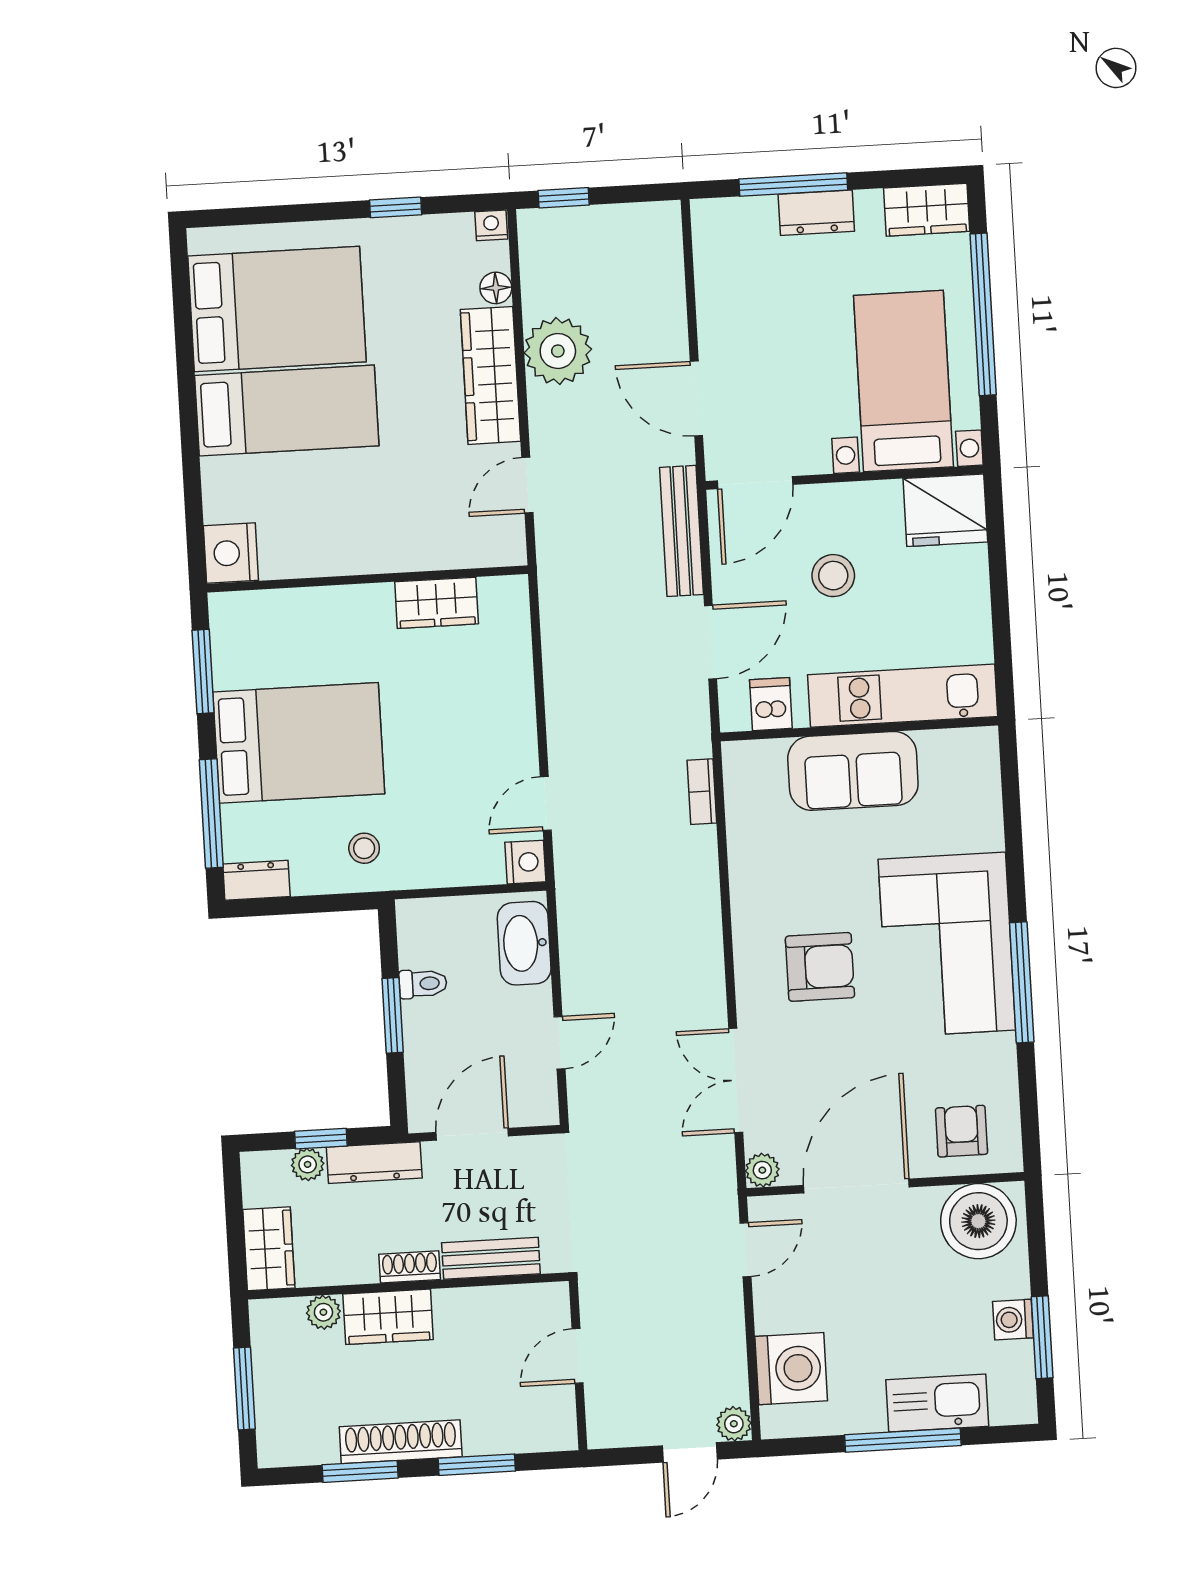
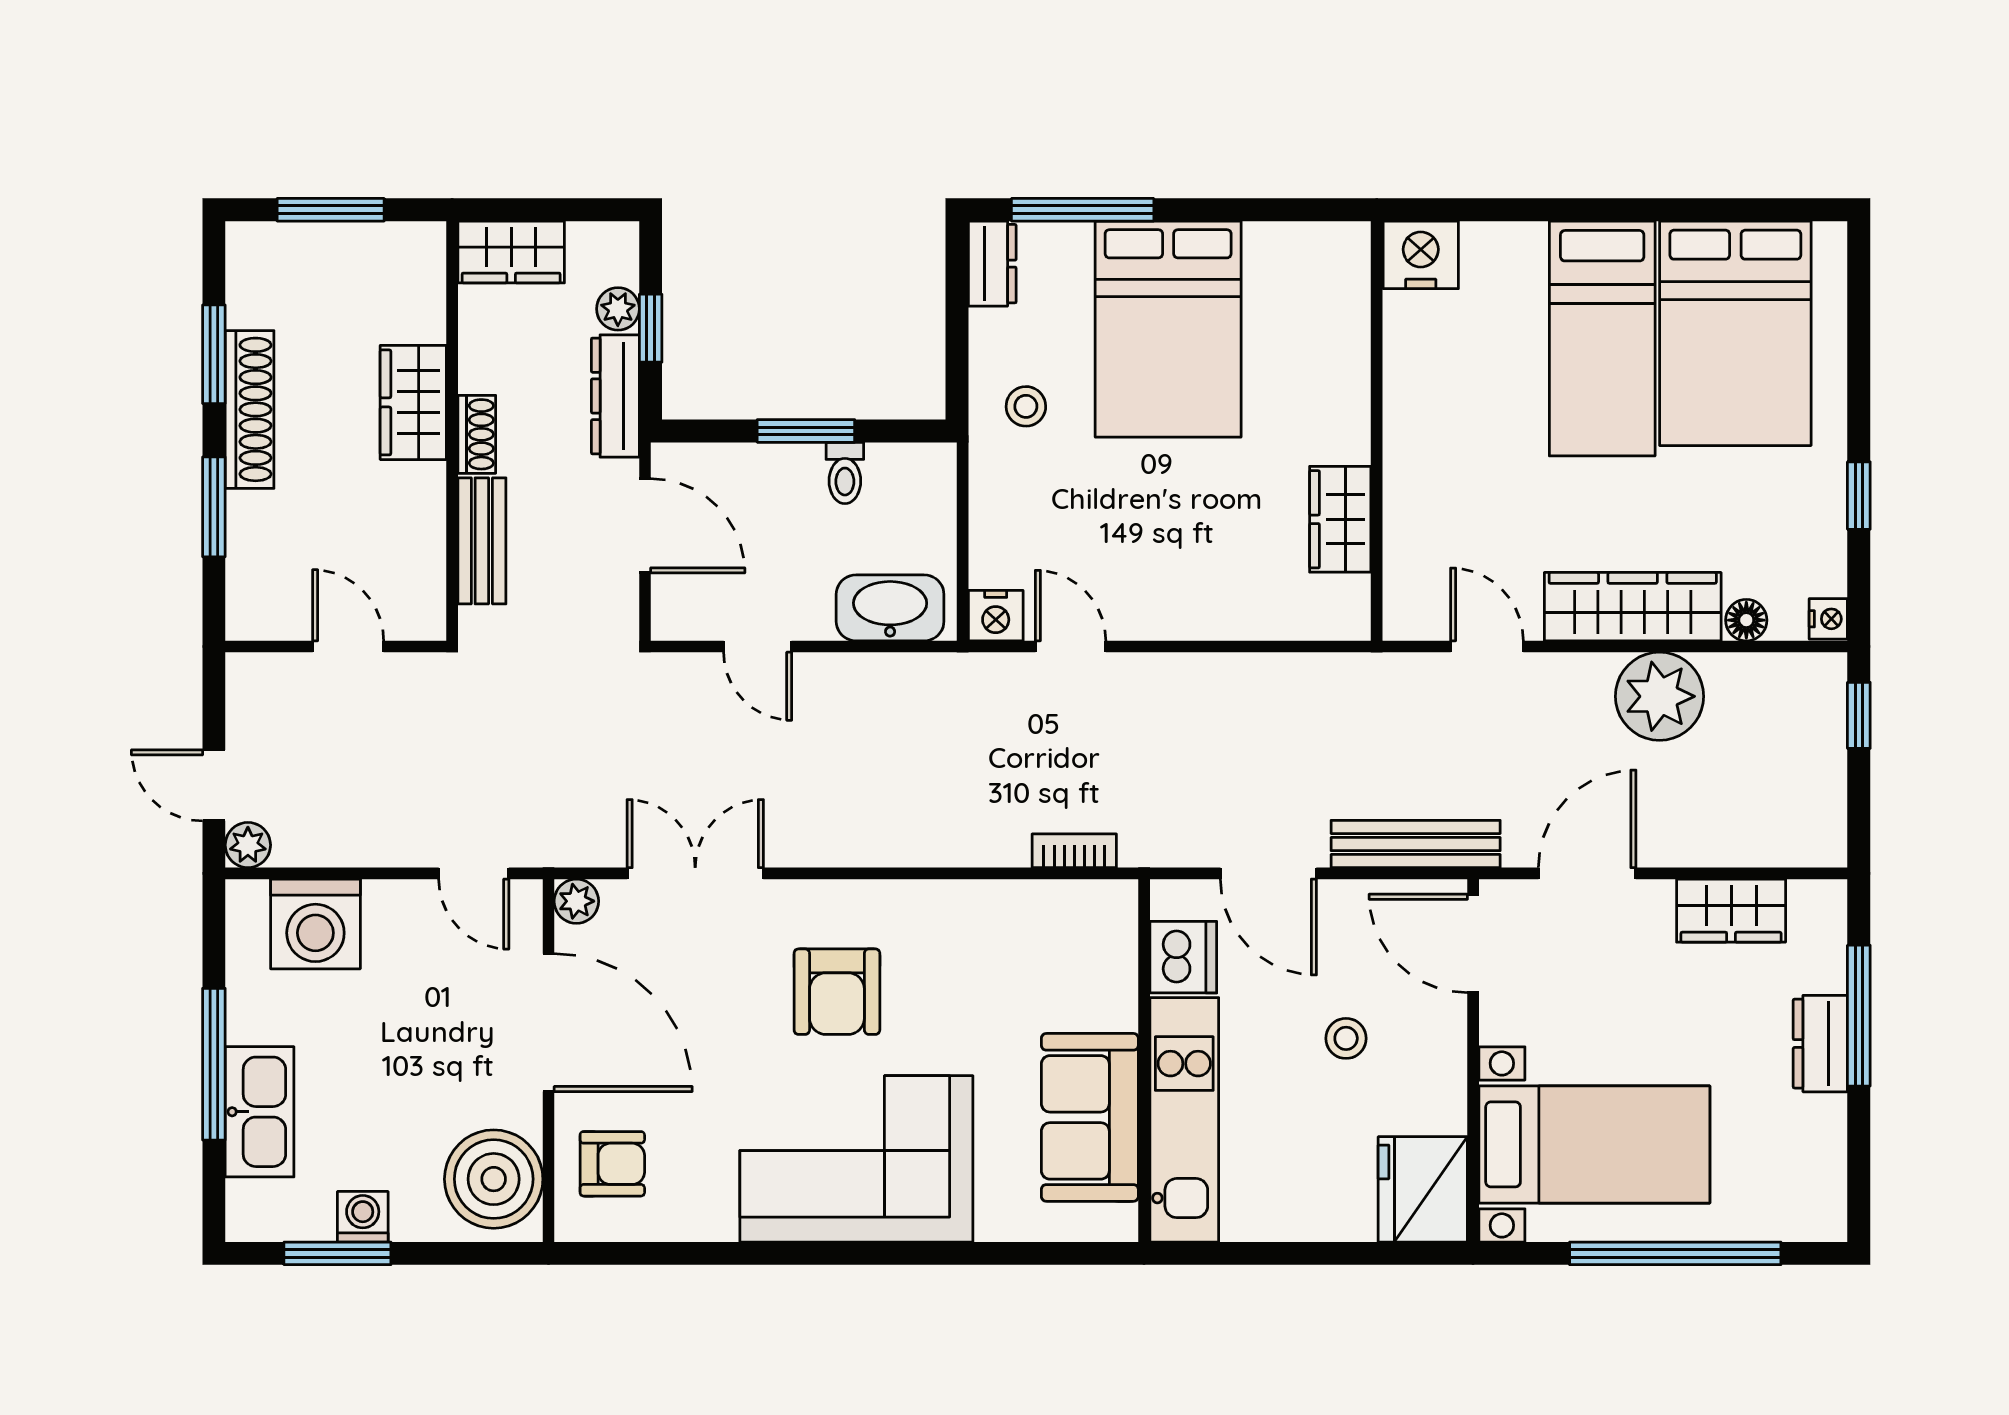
wardrobe: (927, 210) -> (1731, 911), moved, turned -90
stool: (833, 576) -> (1346, 1038), width x0.73, depth x0.73
window: (203, 672) -> (1268, 210), removed
dishwasher: (771, 704) -> (1183, 957), width x1.38
sofa: (853, 771) -> (1090, 1117), moved
window: (1022, 982) -> (802, 1253), removed
plant: (323, 1312) -> (424, 318), removed

